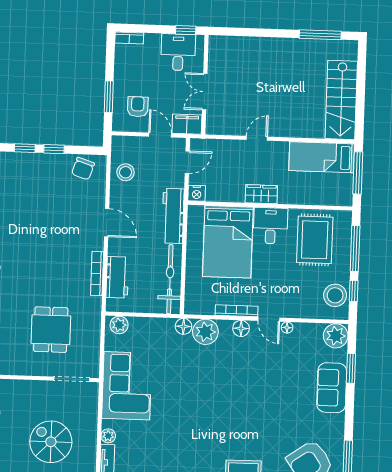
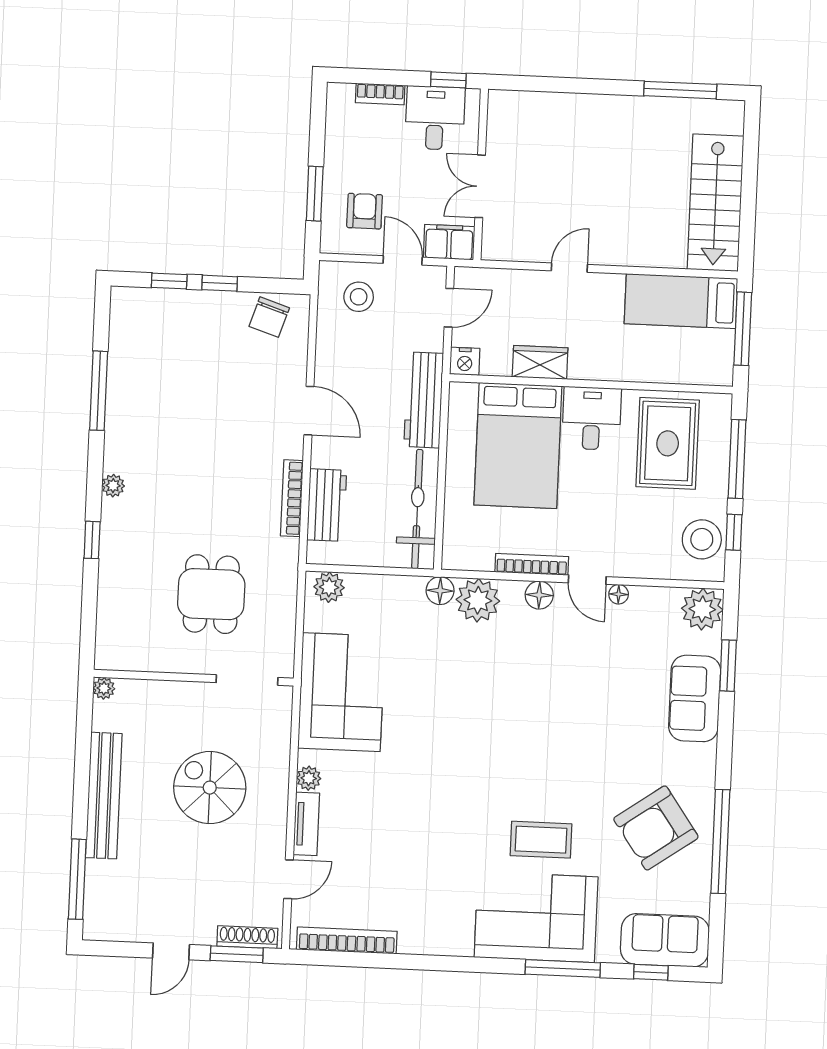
bookcase: (129, 38) -> (380, 94), moved
stool: (126, 172) -> (359, 297), moved
wardrobe: (261, 194) -> (540, 362), moved

